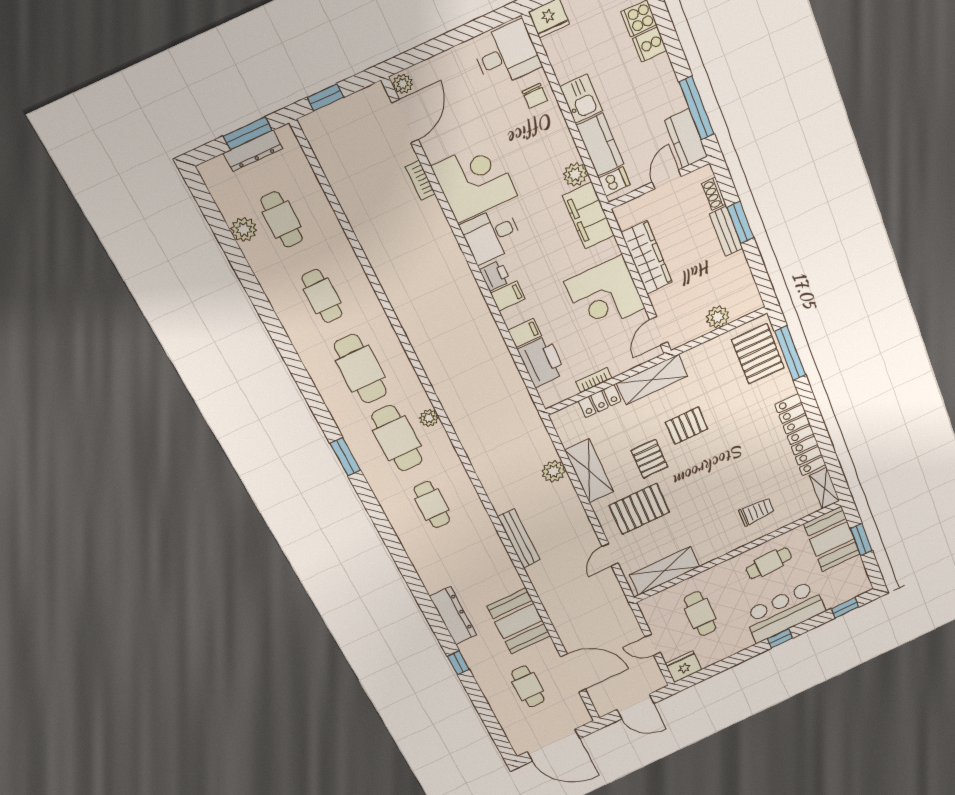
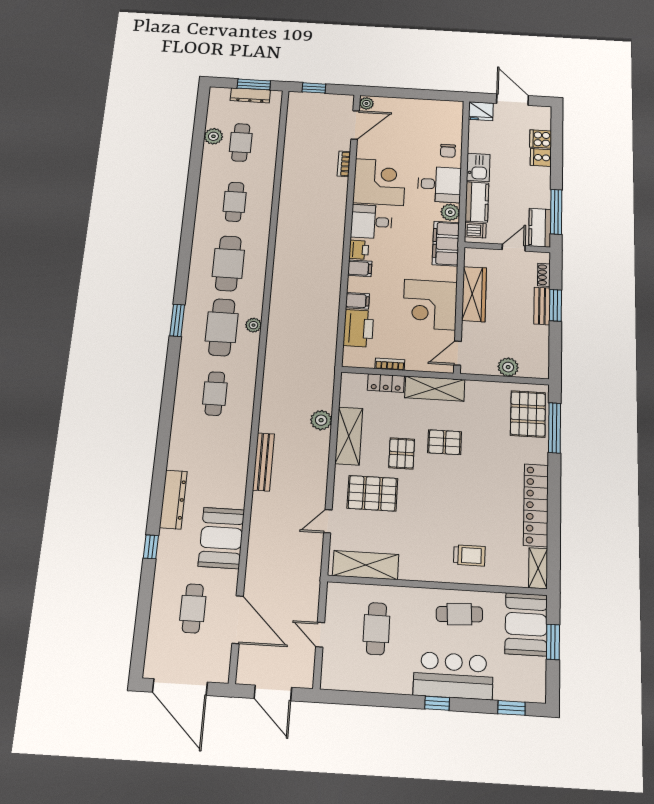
desk: (506, 54) -> (439, 184), moved
fridge: (683, 667) -> (336, 677), removed

